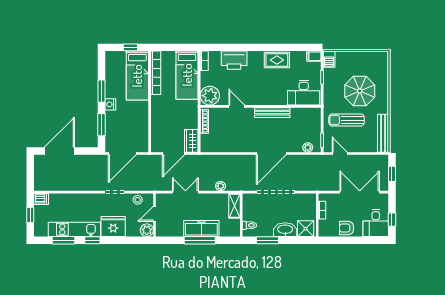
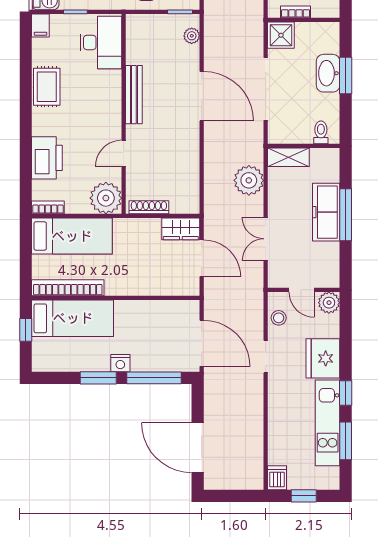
window: (101, 125) -> (154, 378), width x1.44
plant: (221, 186) -> (249, 180), width x1.88, depth x1.88
shower: (306, 229) -> (281, 35), moved
window: (267, 240) -> (346, 76), moved

